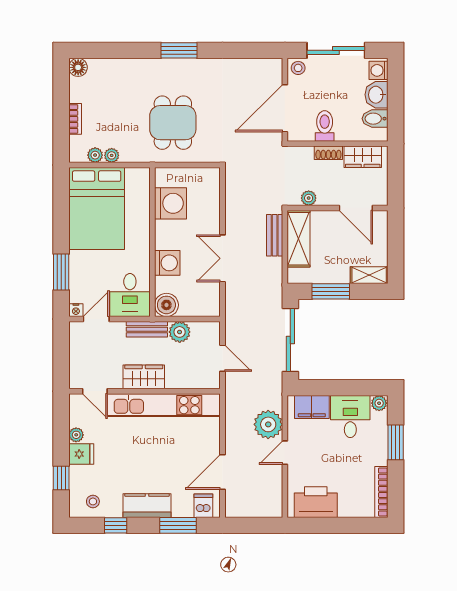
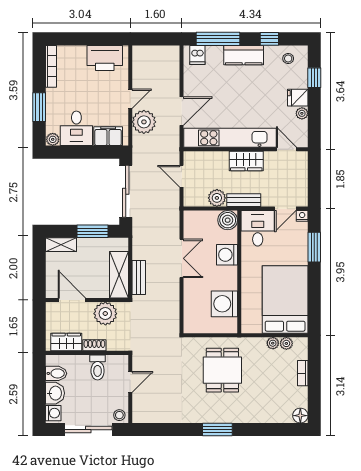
door: (285, 108) -> (130, 382), width x0.53
plant: (309, 198) -> (105, 314), width x1.88, depth x1.88
door: (223, 472) -> (182, 111), moved
window: (178, 525) -> (218, 39), width x1.44

